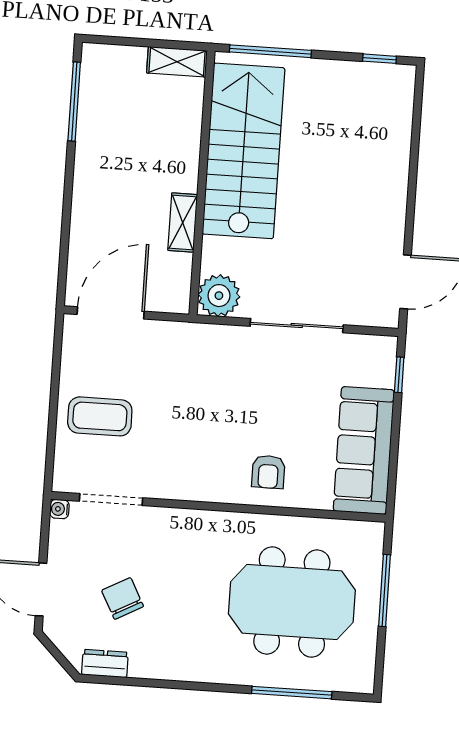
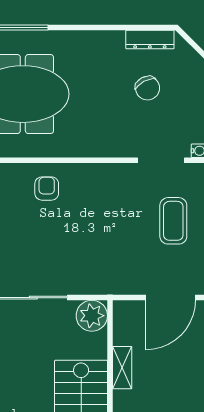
coffee table: (100, 416) -> (173, 221), turned 90
dresser: (105, 663) -> (150, 39), width x1.44

